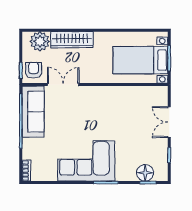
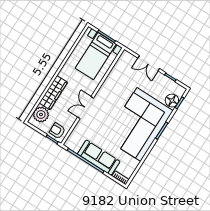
double door: (63, 85) -> (85, 108), moved
sofa: (33, 112) -> (99, 158), moved
corner sofa: (86, 161) -> (139, 124), width x1.36, depth x1.36

